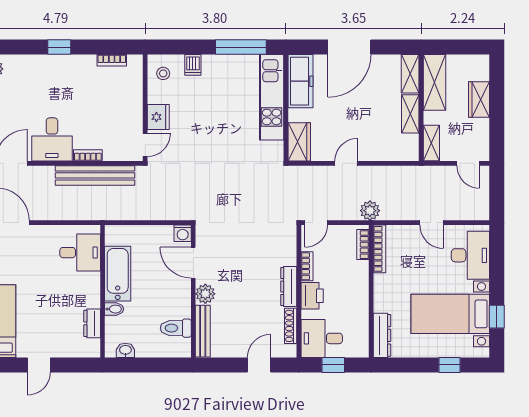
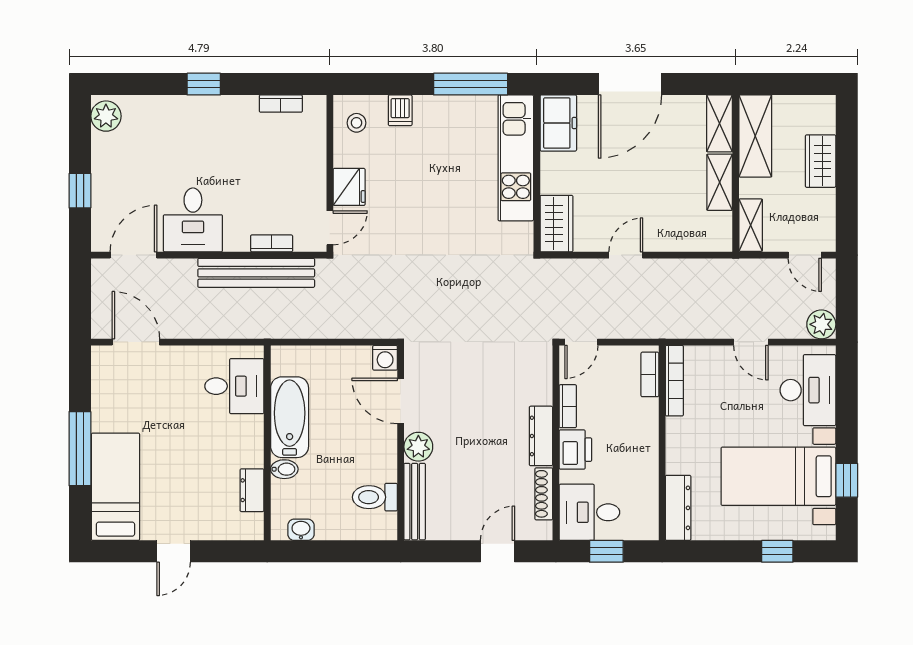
freezer: (301, 81) -> (558, 123), width x0.71
bookcase: (88, 155) -> (272, 243), moved
plant: (370, 211) -> (821, 324), moved

